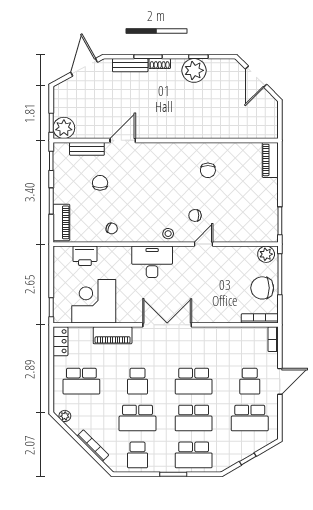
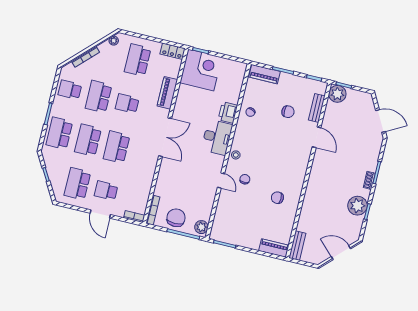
bench: (130, 65) -> (297, 246), moved
printer: (85, 256) -> (228, 113), moved
corner desk: (94, 301) -> (201, 70), moved

